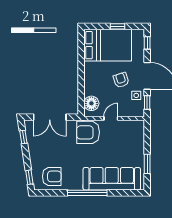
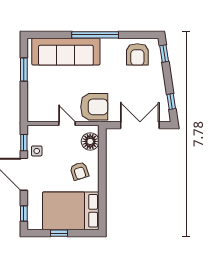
armchair: (121, 80) -> (79, 171), moved
door: (111, 118) -> (67, 123), swing flipped
armchair: (52, 176) -> (137, 54), turned -90

